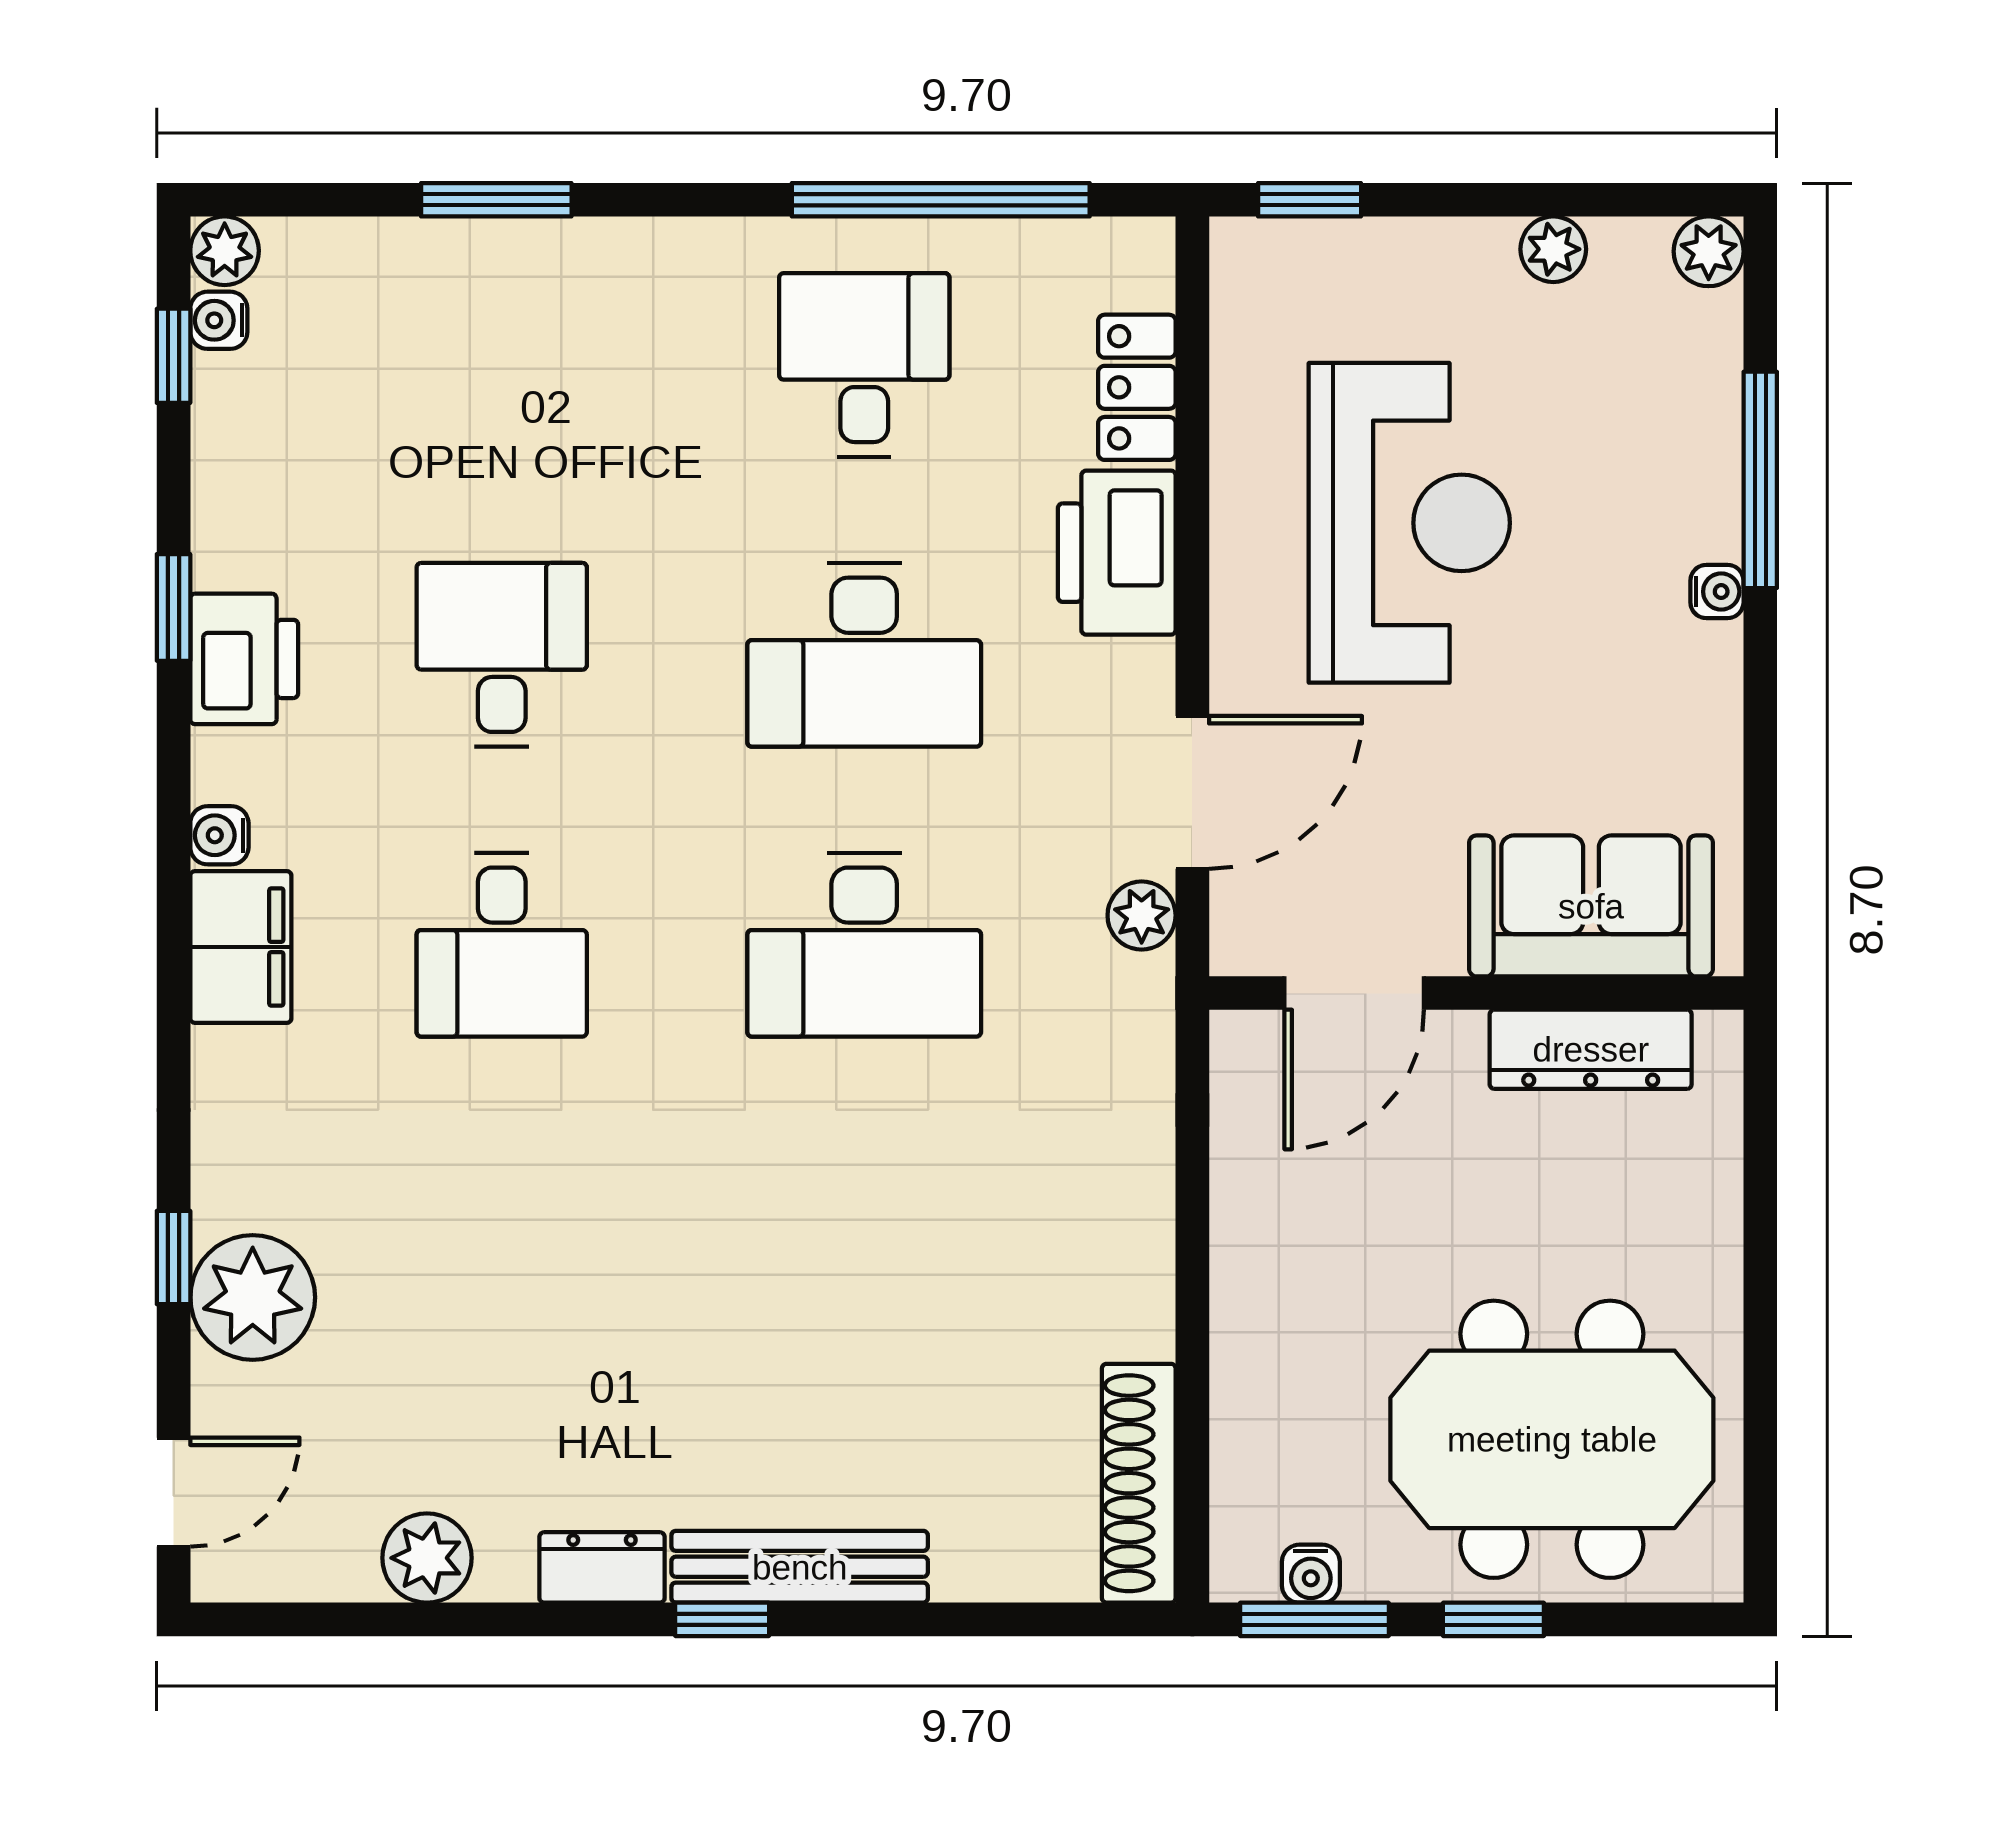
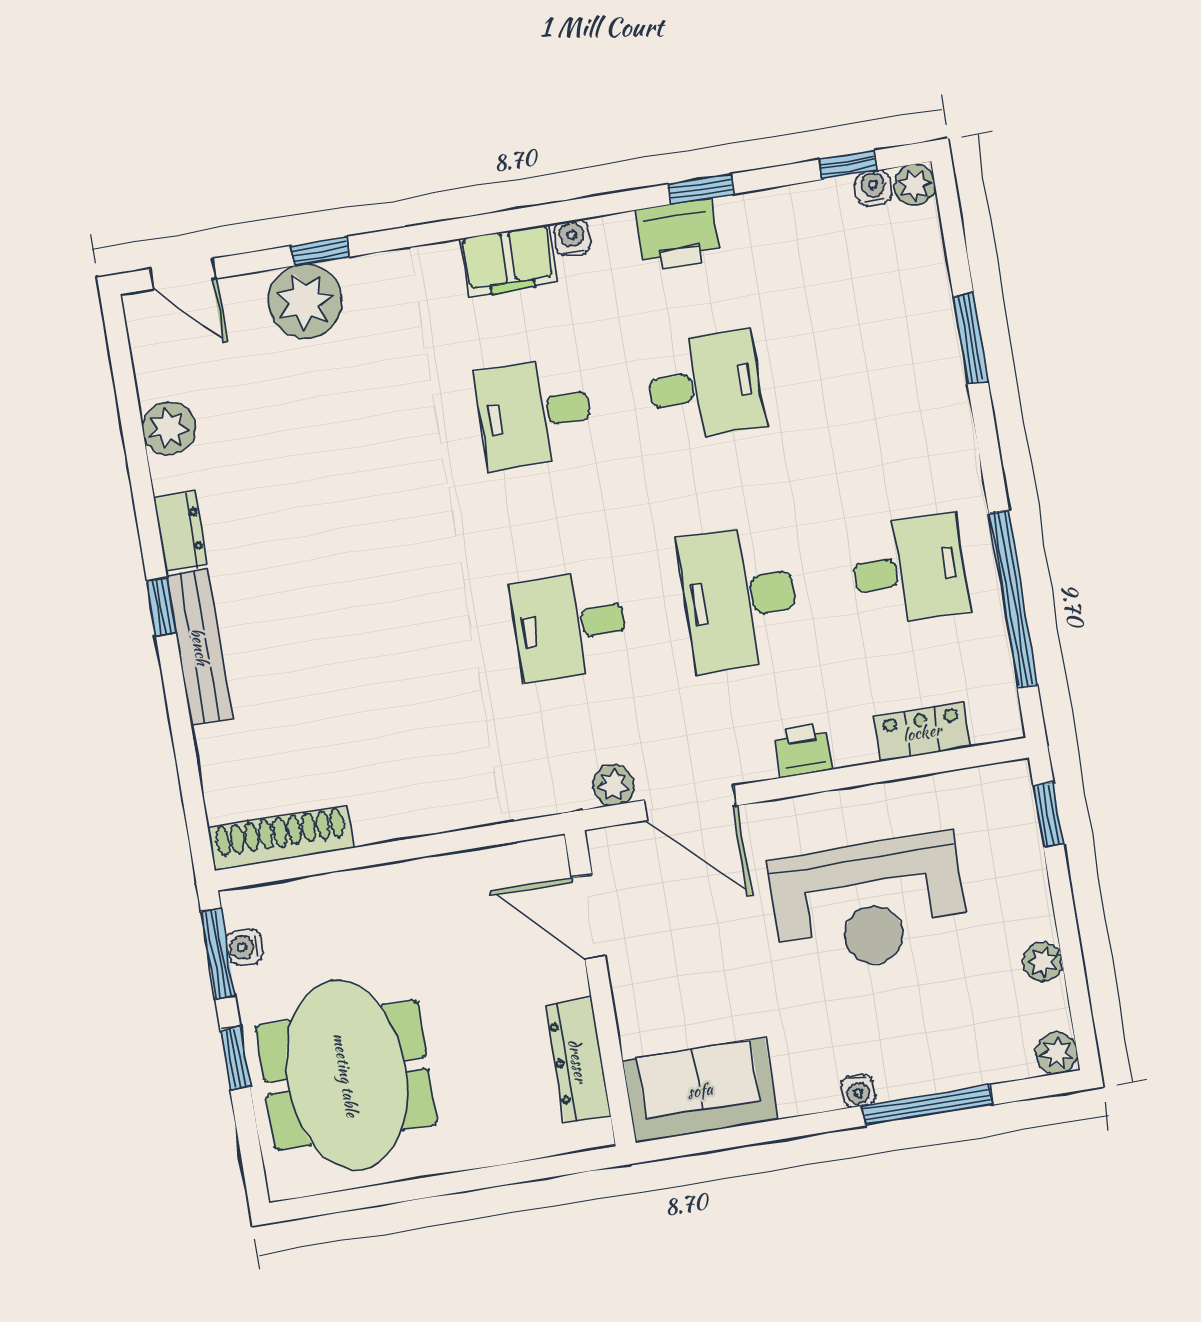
printer: (1117, 553) -> (803, 751), width x0.53, depth x0.68
sofa: (1591, 906) -> (700, 1090), moved, turned -90
desk: (864, 945) -> (570, 625), width x0.73

